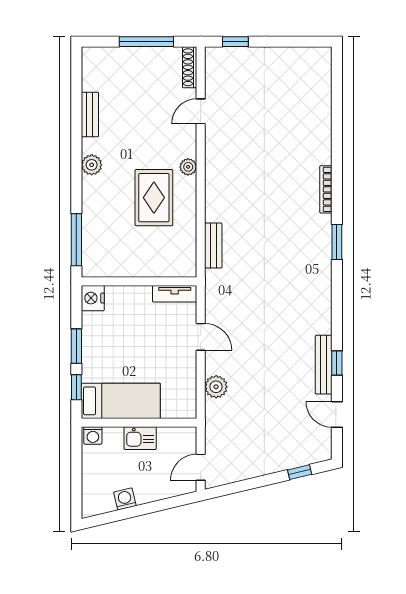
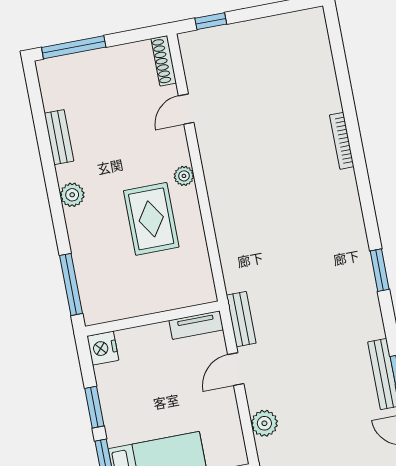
window: (146, 42) -> (74, 47), moved
bookcase: (326, 189) -> (342, 141), moved
window: (337, 242) -> (380, 270), moved
bench: (213, 246) -> (241, 319), moved
door: (201, 337) -> (236, 369), swing flipped

